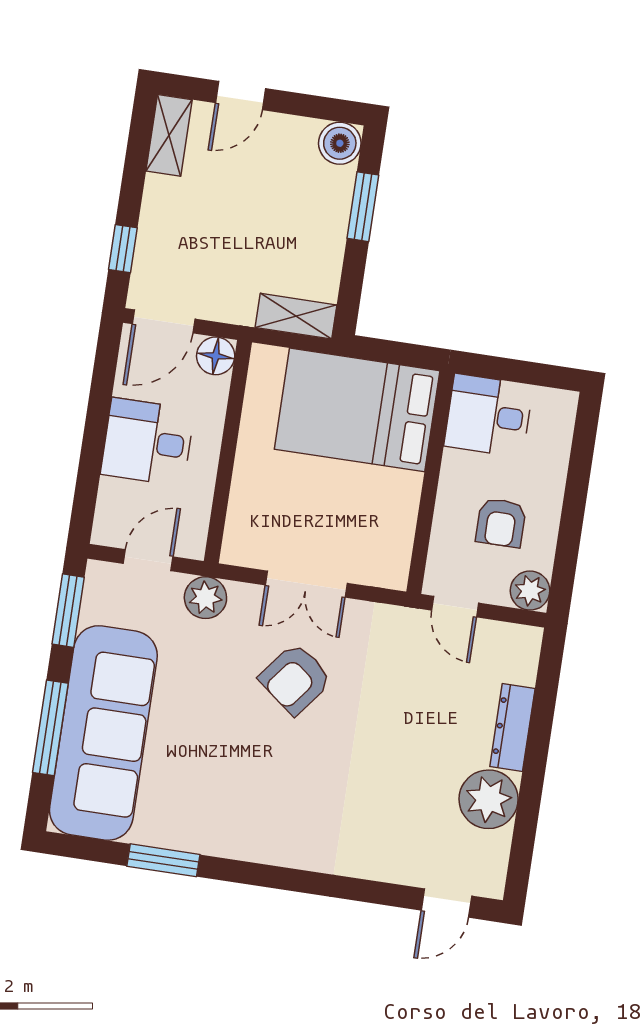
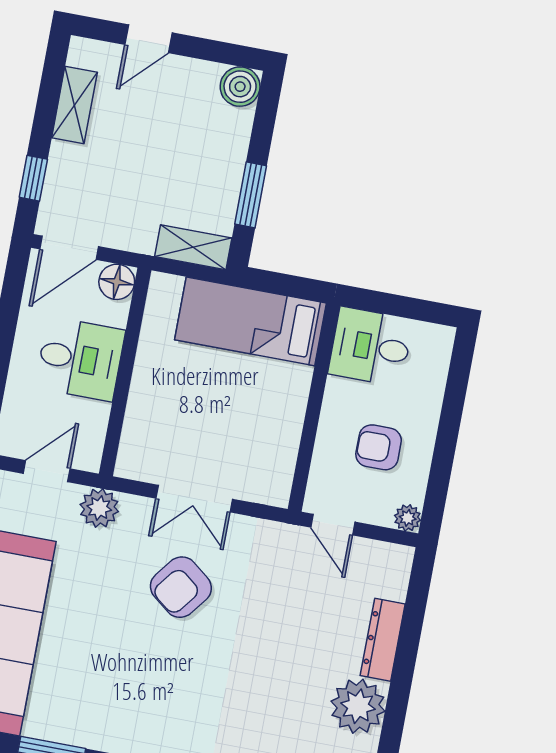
shelving: (169, 135) -> (74, 105), moved
window: (363, 207) -> (251, 195), moved
bed: (357, 410) -> (250, 321), width x0.67
desk: (148, 442) -> (80, 359), moved, turned 180
armchair: (501, 523) -> (379, 447), turned 90
plant: (530, 591) -> (408, 518), width x0.73, depth x0.73

